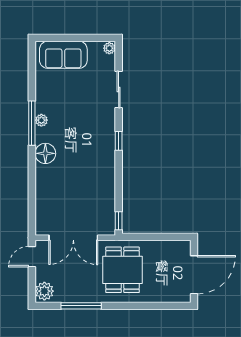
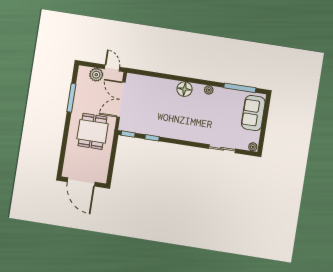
window: (32, 123) -> (240, 88), moved
window: (119, 141) -> (152, 138), moved
dining table: (123, 270) -> (93, 131), turned 90
plant: (44, 291) -> (96, 75), moved

